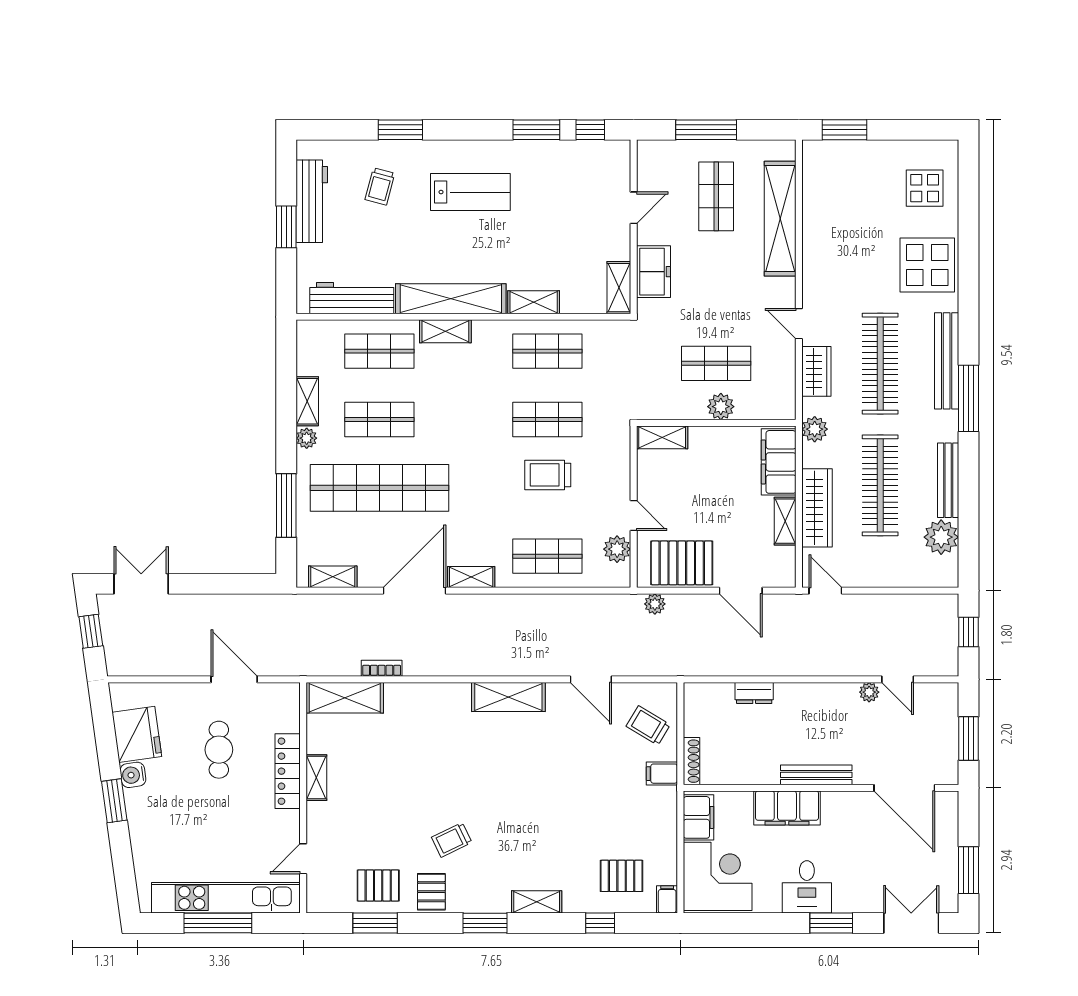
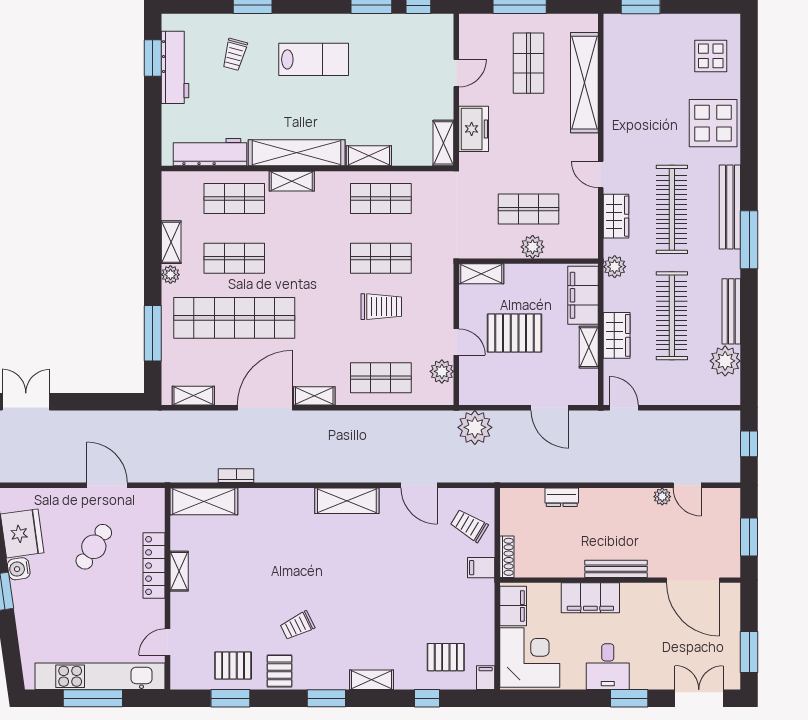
window: (286, 227) -> (153, 58), moved
trolley: (548, 475) -> (381, 307), turned 180
wardrobe: (817, 508) -> (617, 335), width x0.67
pallet: (682, 563) -> (515, 333), moved
plant: (655, 604) -> (475, 427), width x1.88, depth x1.88
cafe table: (219, 750) -> (94, 547), turned 33

